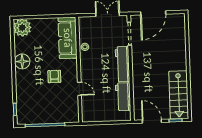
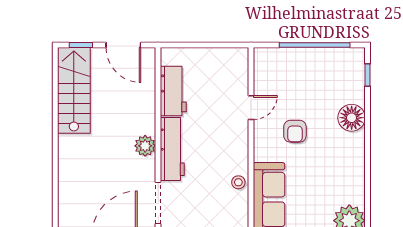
floor lamp: (22, 61) -> (352, 118), moved
plant: (138, 65) -> (145, 146), added
door: (79, 89) -> (251, 108), swing flipped

